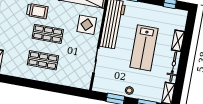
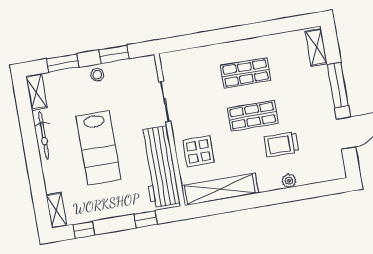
shelving: (178, 41) -> (56, 210), moved
lab bench: (144, 48) -> (99, 148), turned 180

